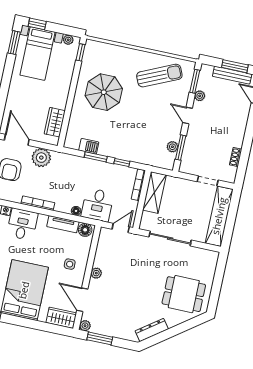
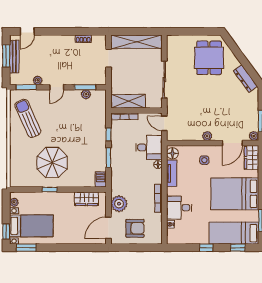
window: (81, 52) -> (50, 190), moved
barbecue: (89, 146) -> (101, 180), moved

